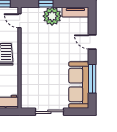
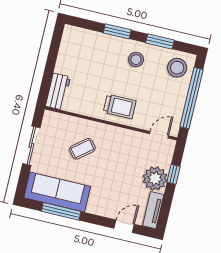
door: (92, 42) -> (124, 226), moved
coffee table: (43, 74) -> (82, 149), added

